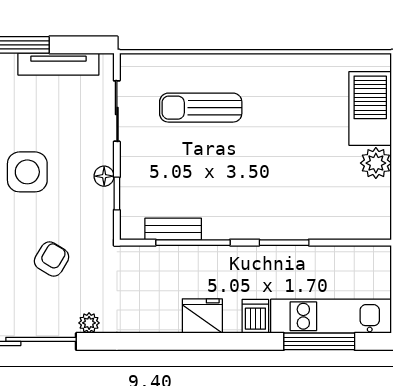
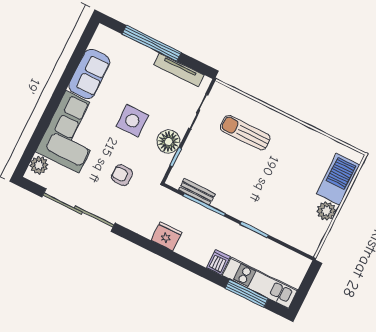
floor lamp: (104, 176) -> (169, 142), width x1.89, depth x1.89
armchair: (52, 259) -> (122, 175), turned -121
fridge: (202, 316) -> (166, 236), moved
plant: (89, 323) -> (125, 220), removed

